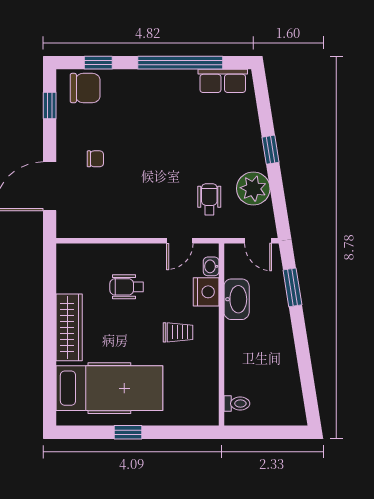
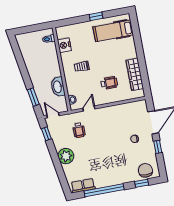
chair: (85, 88) -> (145, 170), turned 90
window: (50, 106) -> (158, 147), moved
window: (271, 150) -> (46, 134), moved
plant: (253, 189) -> (66, 156), moved
nightstand: (206, 292) -> (64, 45), moved
wardrobe: (69, 327) -> (135, 74), moved
hospital bed: (109, 388) -> (113, 31), width x0.73, depth x0.78

